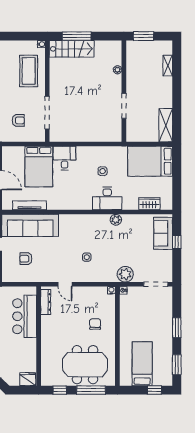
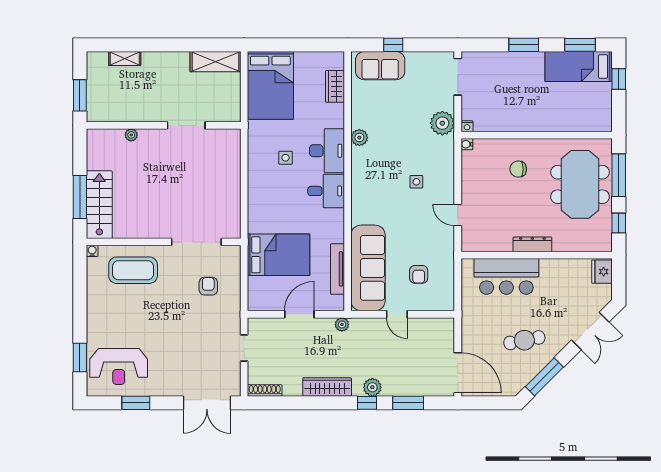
desk: (65, 158) -> (326, 191), moved, turned 180
door: (65, 284) -> (458, 215), swing flipped
dresser: (46, 302) -> (532, 244), moved
bed: (142, 364) -> (579, 66), moved

